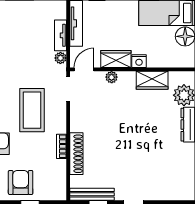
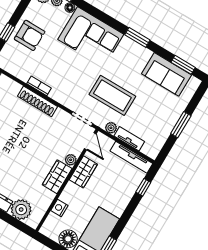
nightstand: (139, 61) -> (59, 208), moved
wardrobe: (152, 80) -> (57, 177), moved
coffee table: (32, 110) -> (112, 95), moved
shoe rack: (76, 154) -> (38, 101), moved

